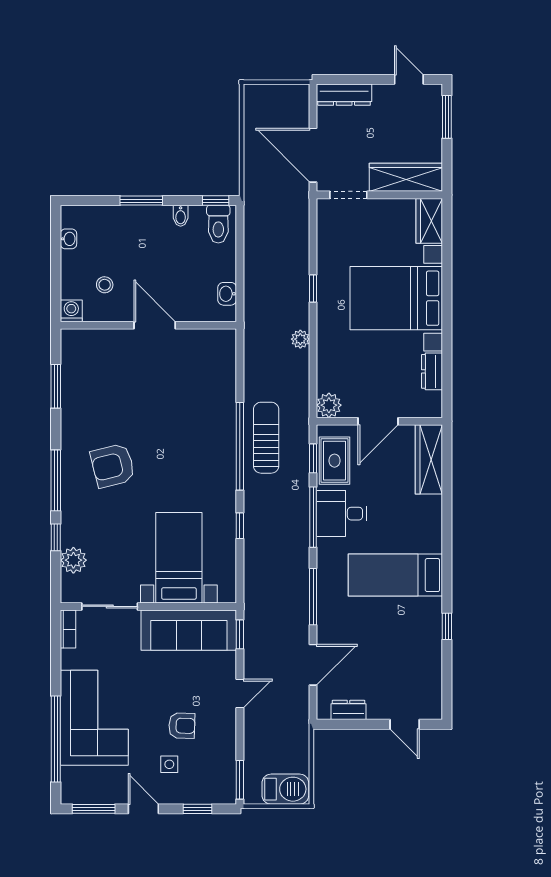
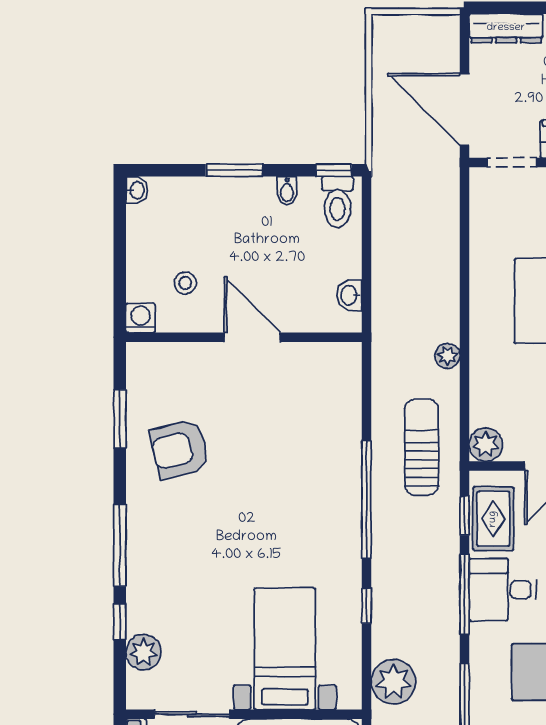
washbasin: (68, 239) -> (137, 190), moved
window: (313, 289) -> (465, 288), removed
sun lounger: (266, 438) -> (422, 447), moved
armchair: (113, 466) -> (180, 449), moved
plant: (260, 582) -> (393, 682), added

